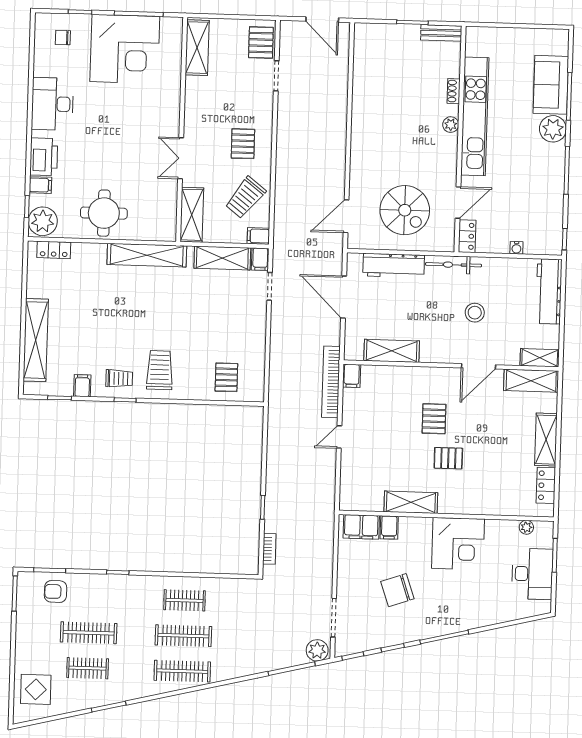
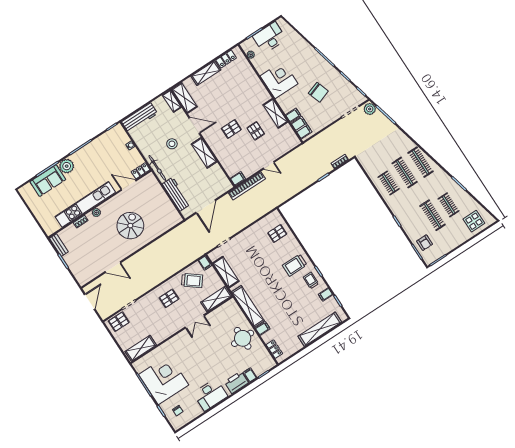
spiral stairs: (405, 210) -> (130, 226), moved
door: (346, 216) -> (113, 267), moved
plant: (43, 221) -> (265, 363), removed
filing cabinet: (260, 259) -> (263, 328), moved
shelving: (392, 351) -> (204, 153), moved
pallet: (448, 458) -> (256, 131), moved

